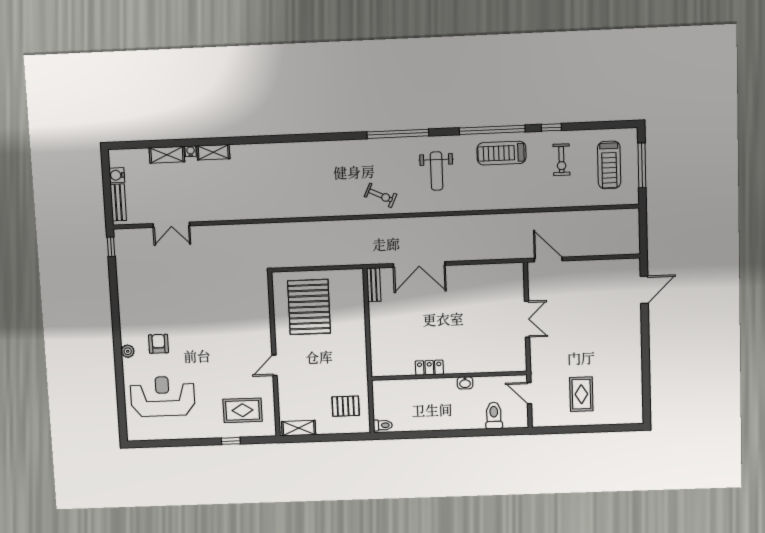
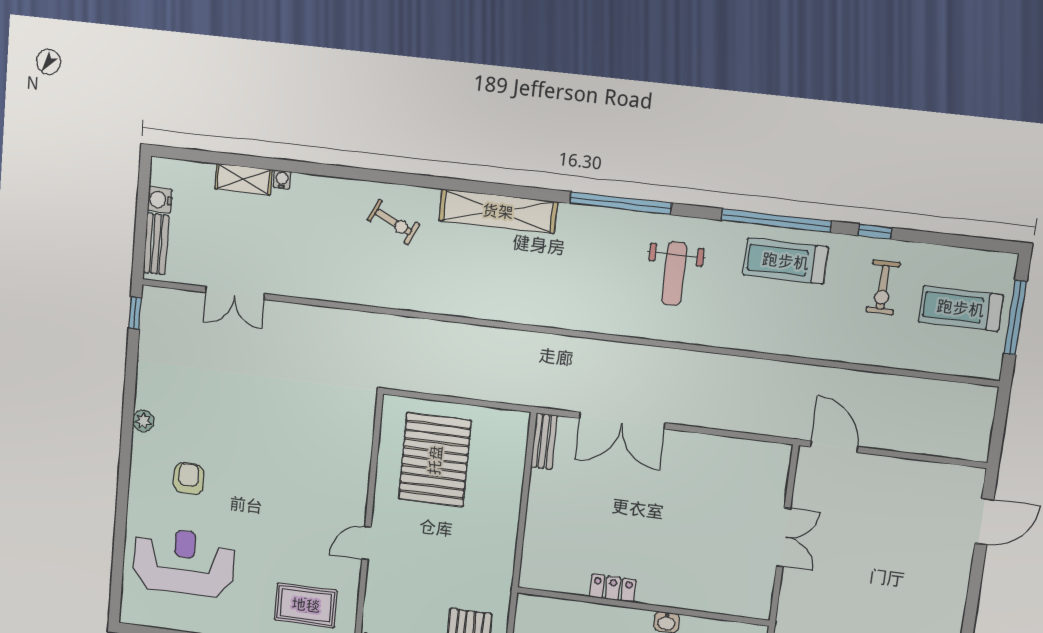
shelving: (213, 152) -> (498, 211), moved, width x2.20, depth x1.33
treadmill: (609, 165) -> (961, 308), turned 90
exercise bike: (380, 195) -> (393, 222), moved
plant: (128, 351) -> (143, 421), moved

